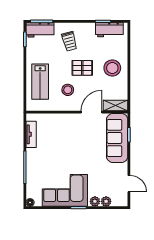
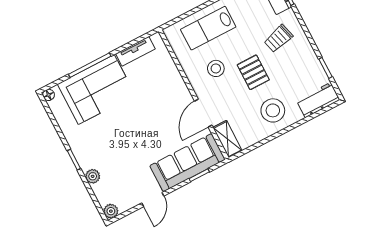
workbench: (109, 30) -> (318, 100), moved, turned 90
door: (91, 112) -> (203, 113), swing flipped
door: (129, 184) -> (153, 199), moved
corner sofa: (65, 190) -> (96, 89), moved, turned 90
plant: (106, 201) -> (111, 211), moved

